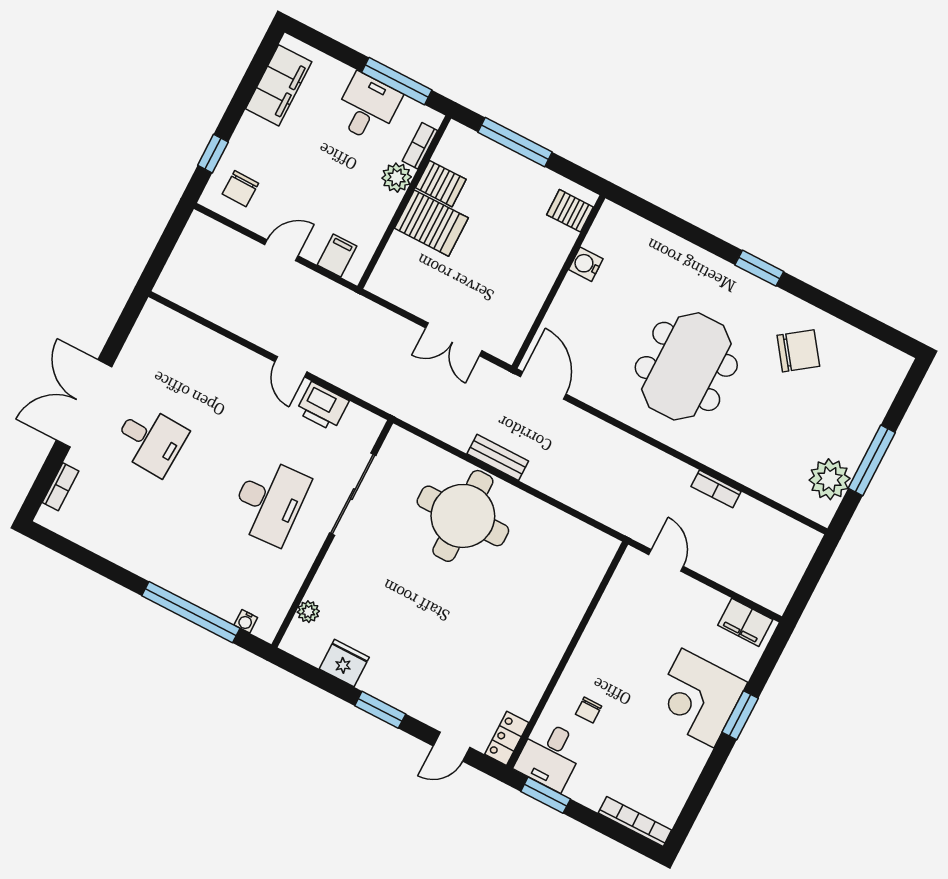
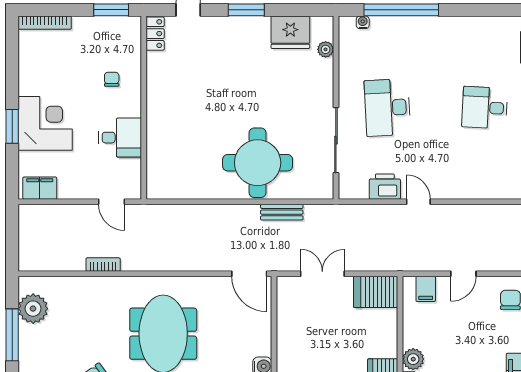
server rack: (431, 223) -> (376, 292), moved
bench: (498, 457) -> (282, 212), moved
fridge: (344, 663) -> (290, 32), width x1.36, depth x1.34
desk: (550, 755) -> (120, 138), moved, turned 90

